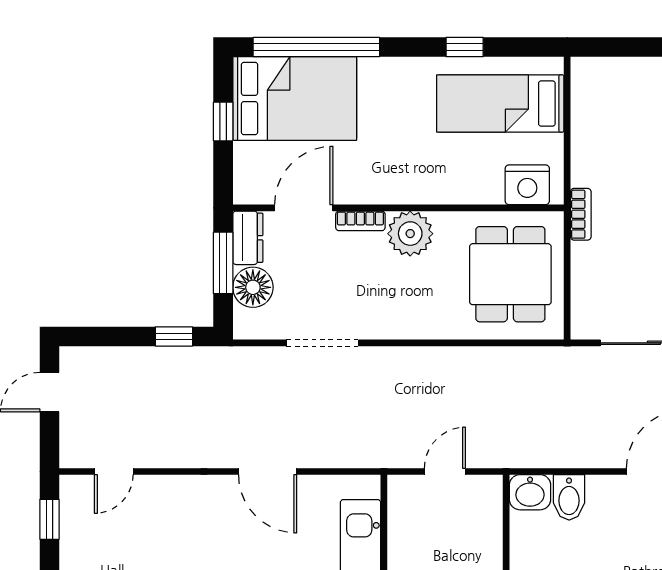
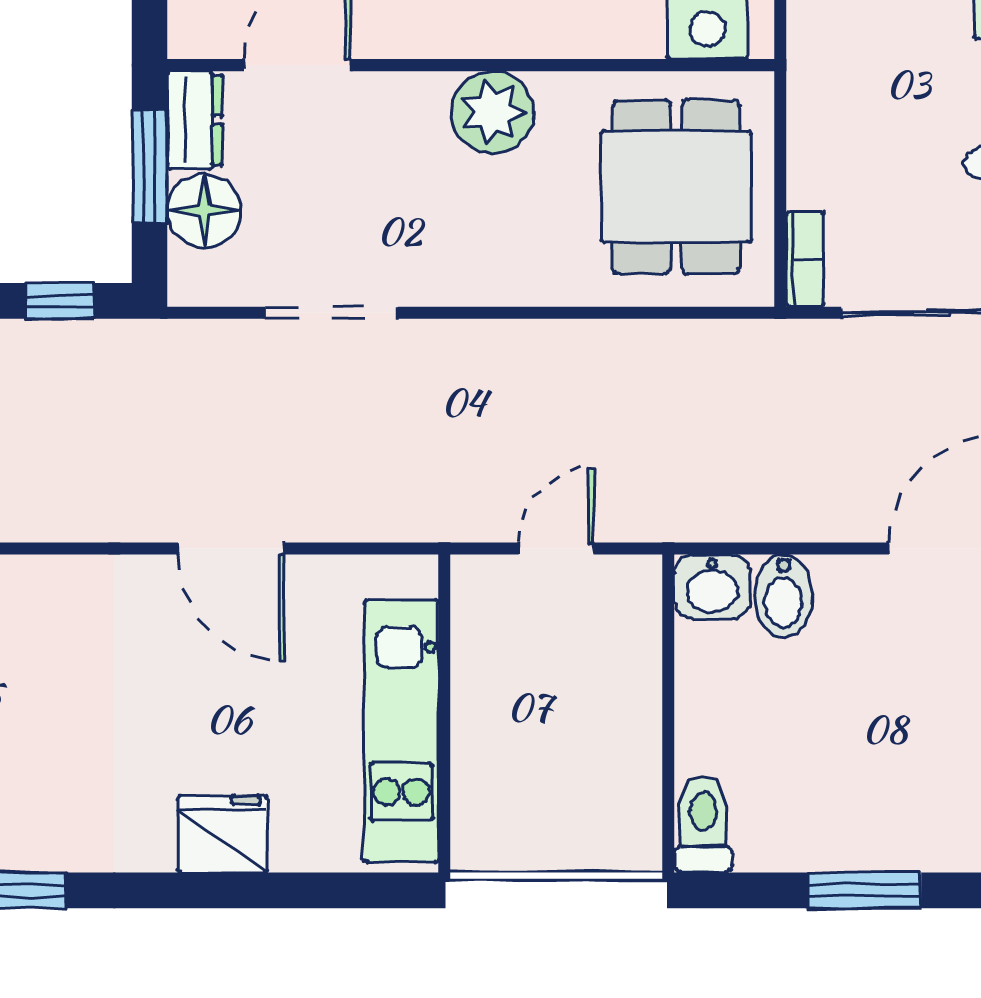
bookcase: (581, 214) -> (805, 259), moved
bookcase: (360, 221) -> (401, 89), removed

